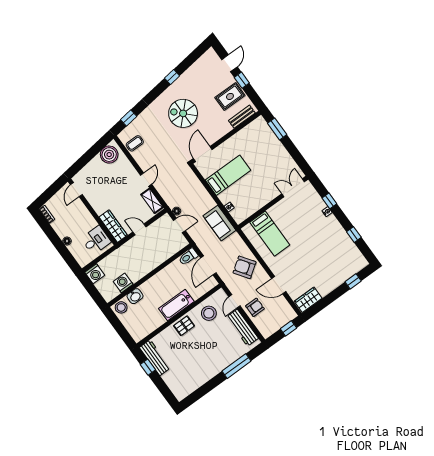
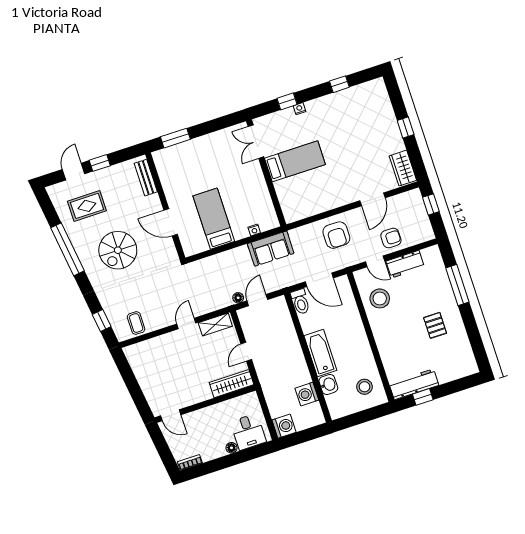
door: (229, 63) -> (73, 172), hinge flipped
window: (172, 77) -> (68, 249), width x3.17
rug: (230, 96) -> (87, 206), moved, turned 90
door: (203, 154) -> (171, 222), moved
boiler: (109, 155) -> (140, 360), removed
door: (146, 180) -> (186, 324), hinge flipped
bed: (270, 234) -> (295, 161), moved
desk: (96, 240) -> (248, 432), moved, turned 180
armchair: (245, 267) -> (336, 235), turned -55
window: (353, 281) -> (406, 127), moved
bathtub: (176, 305) -> (320, 353), moved, turned 180
stool: (121, 307) -> (364, 387), moved
armchair: (255, 307) -> (391, 238), turned 90
pallet: (184, 326) -> (435, 325), moved
workbench: (242, 328) -> (405, 264), width x0.73

